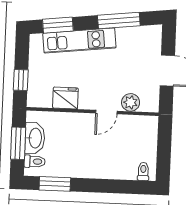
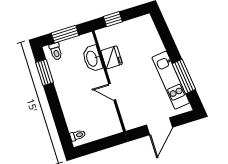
window: (58, 25) -> (164, 32), removed
kitchen unit: (79, 41) -> (171, 80), moved
plant: (131, 102) -> (126, 107), removed
washbasin: (35, 138) -> (92, 59), moved, turned 90

